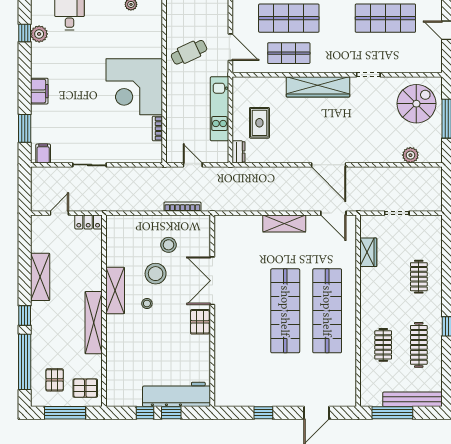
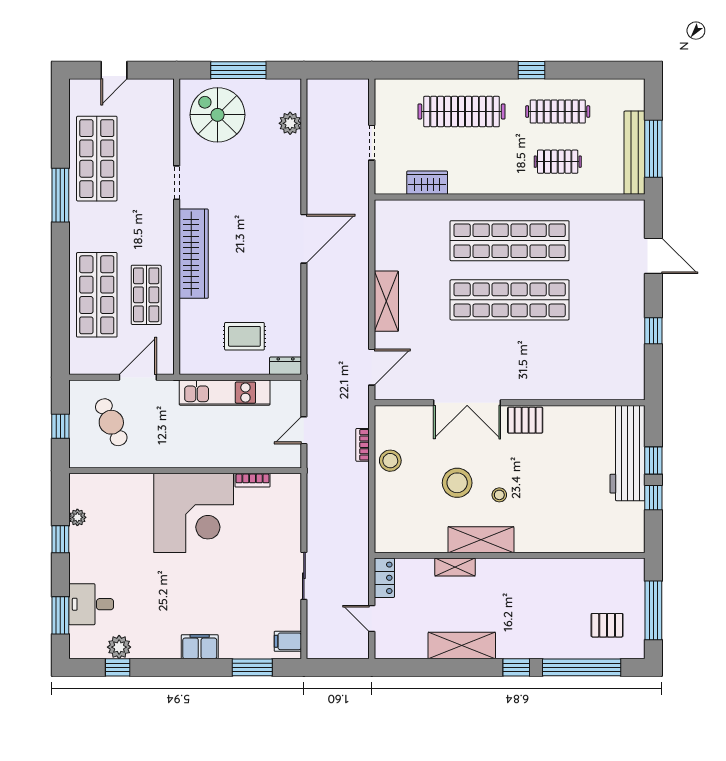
cafe table: (189, 52) -> (111, 422), moved
bookcase: (182, 207) -> (363, 445), width x0.64
door: (333, 213) -> (372, 367), moved
stool: (169, 245) -> (390, 461), moved
clothes rail: (419, 277) -> (461, 112), width x1.86, depth x1.31
shelving: (94, 323) -> (455, 567), moved, width x0.45, depth x0.75
pallet: (85, 388) -> (619, 582), removed
bench: (412, 399) -> (635, 153), moved

